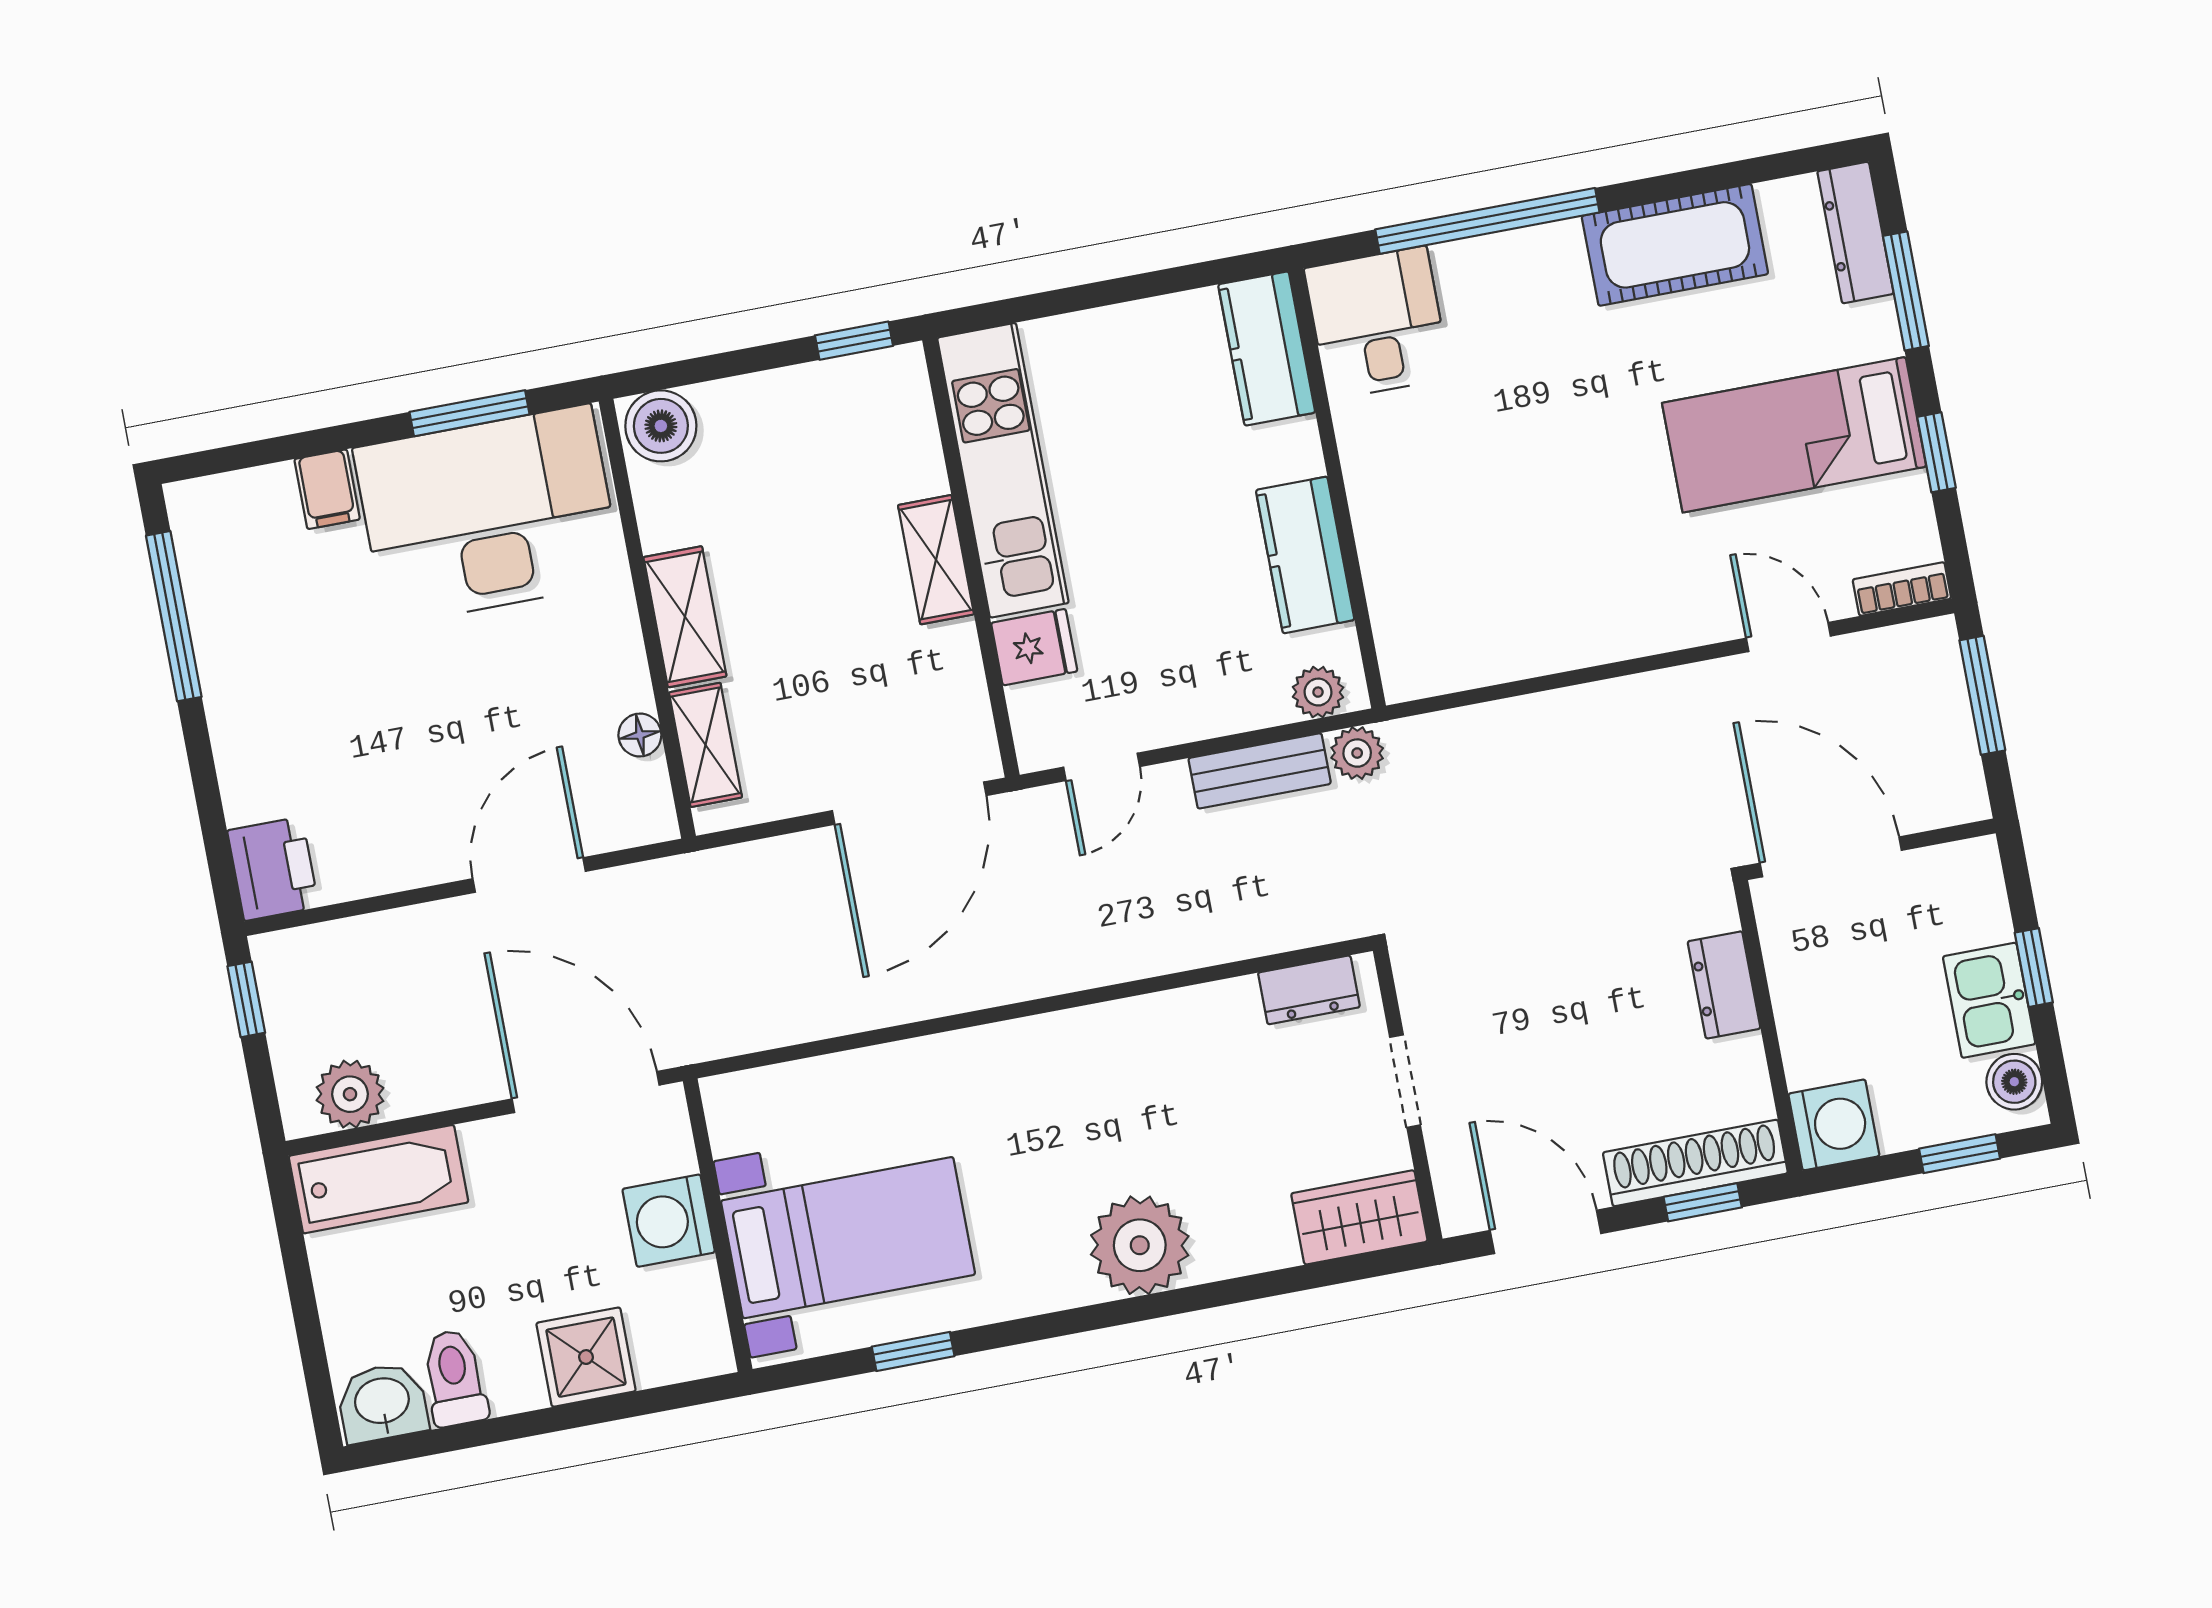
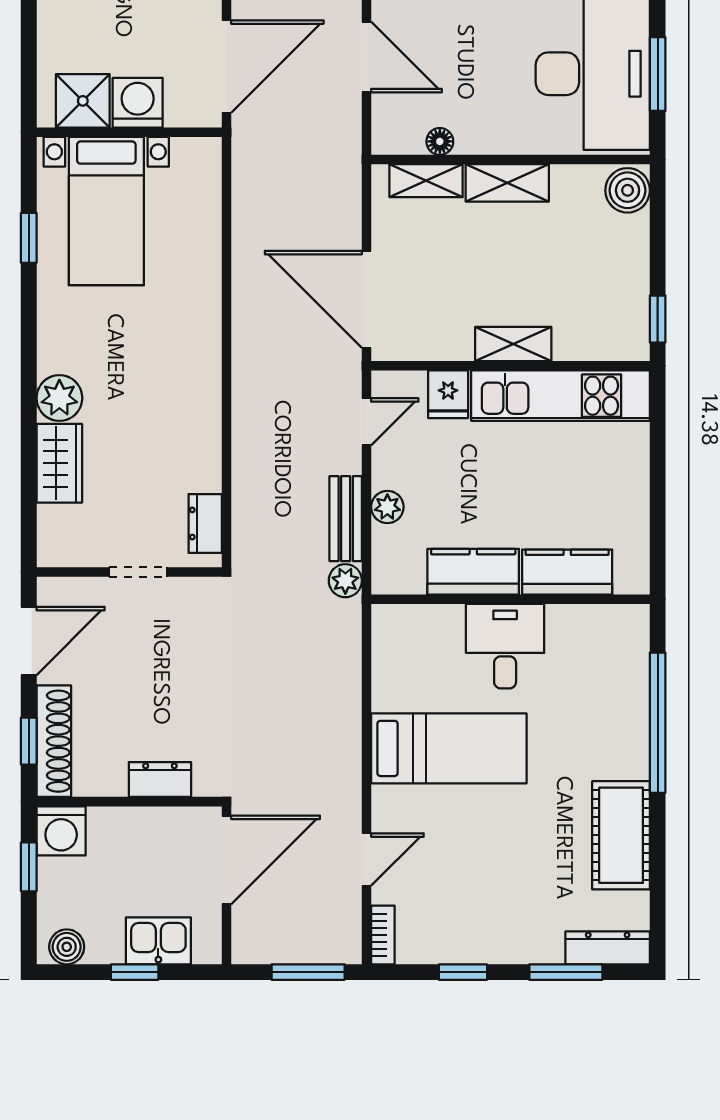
desk: (1377, 323) -> (505, 646), moved, turned -90
kitchen counter: (1267, 348) -> (567, 572), moved
bed: (1794, 435) -> (449, 748), moved, turned 90
plant: (1318, 692) -> (387, 507), moved
door: (1102, 767) -> (367, 422), swing flipped
kitchen sink: (1989, 1000) -> (158, 941), moved
window: (1960, 1154) -> (29, 867), moved
wardrobe: (1359, 1217) -> (59, 463), moved
plant: (1140, 1245) -> (59, 398), width x0.73, depth x0.73
shower: (586, 1357) -> (83, 101), moved

